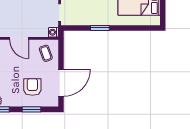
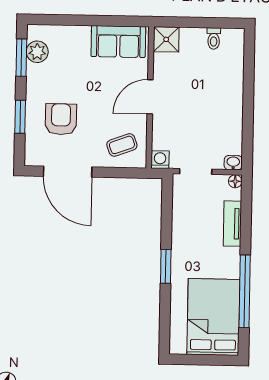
window: (100, 28) -> (166, 266), moved
armchair: (32, 87) -> (61, 119), turned -90

